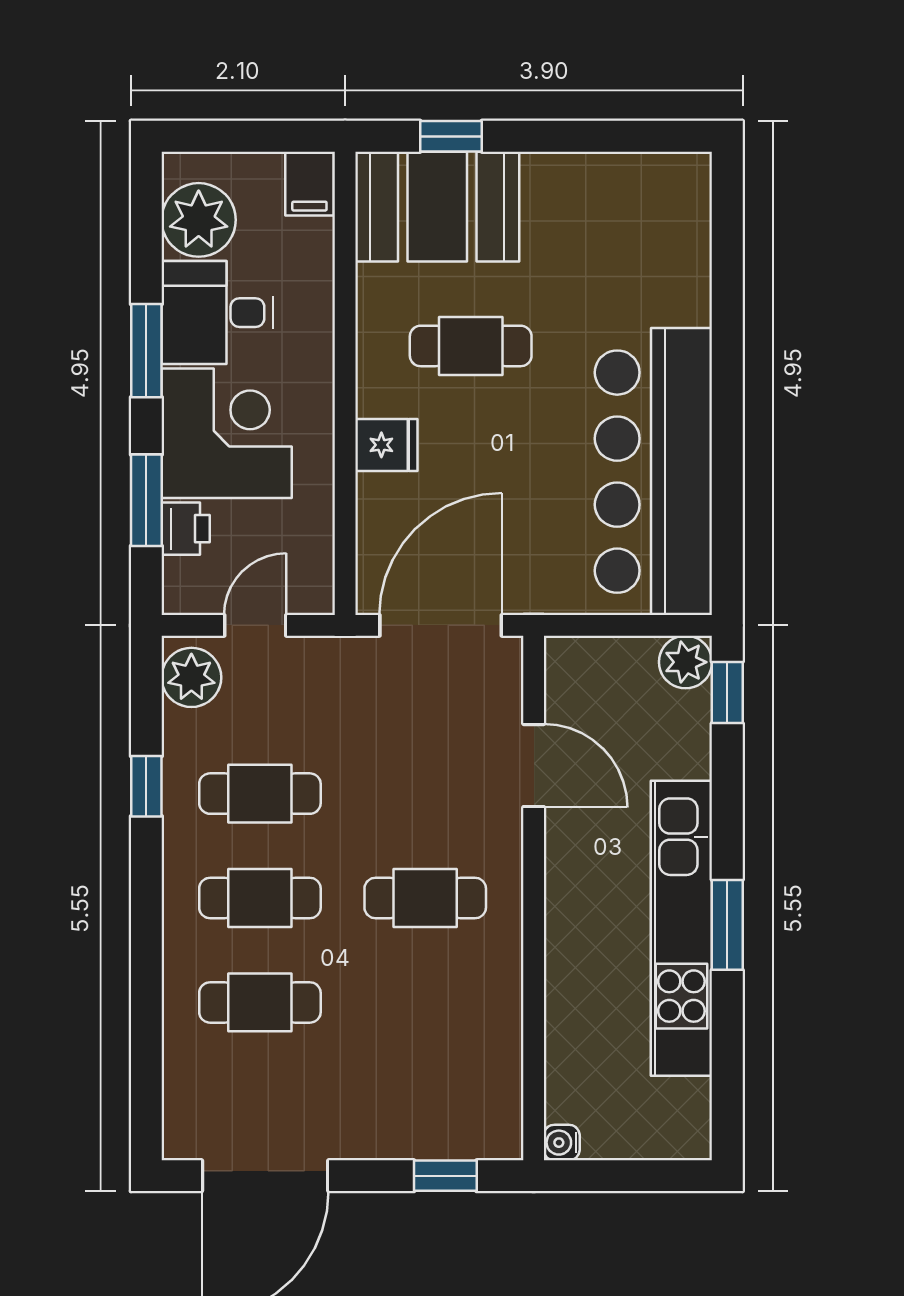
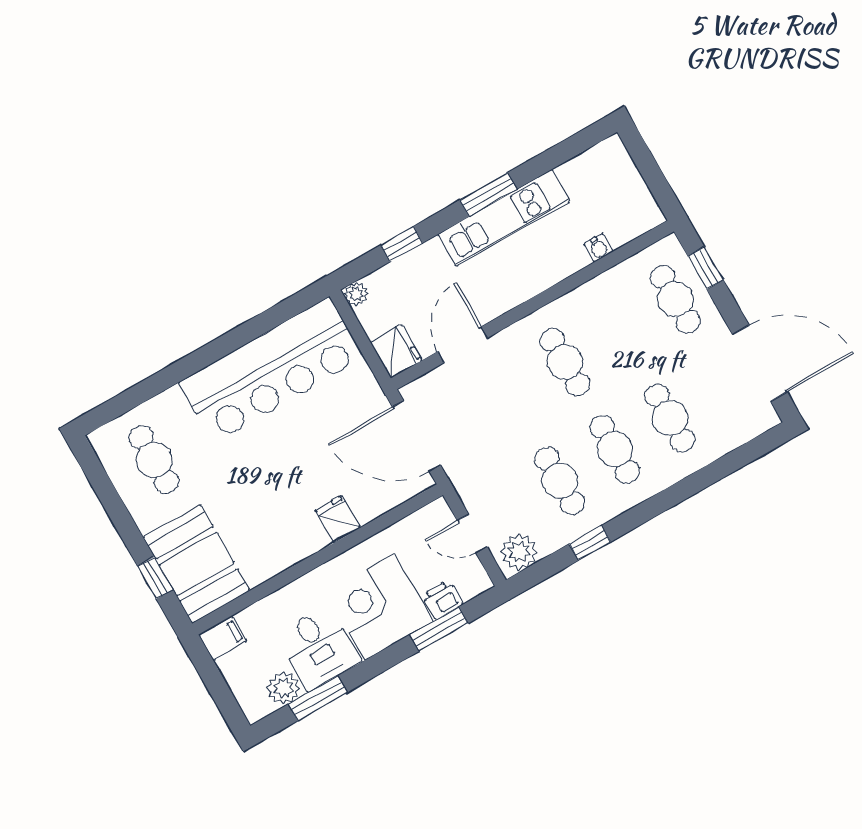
plant: (199, 220) -> (284, 688), width x0.73, depth x0.73
cafe table: (471, 346) -> (154, 460), moved
window: (146, 351) -> (318, 698), moved
plant: (686, 662) -> (356, 294), width x0.73, depth x0.73
fridge: (578, 665) -> (396, 351), added
window: (727, 692) -> (402, 244), moved
kitchen unit: (681, 928) -> (504, 218), width x0.73
cafe table: (425, 1107) -> (675, 299), added
water cooler: (562, 1143) -> (598, 248), moved

